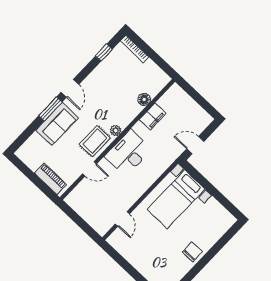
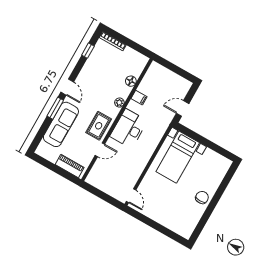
filing cabinet: (153, 116) -> (139, 98), width x0.50
sofa: (57, 124) -> (61, 124), width x1.36
plant: (116, 130) -> (119, 103), moved
door: (122, 219) -> (131, 196), moved

